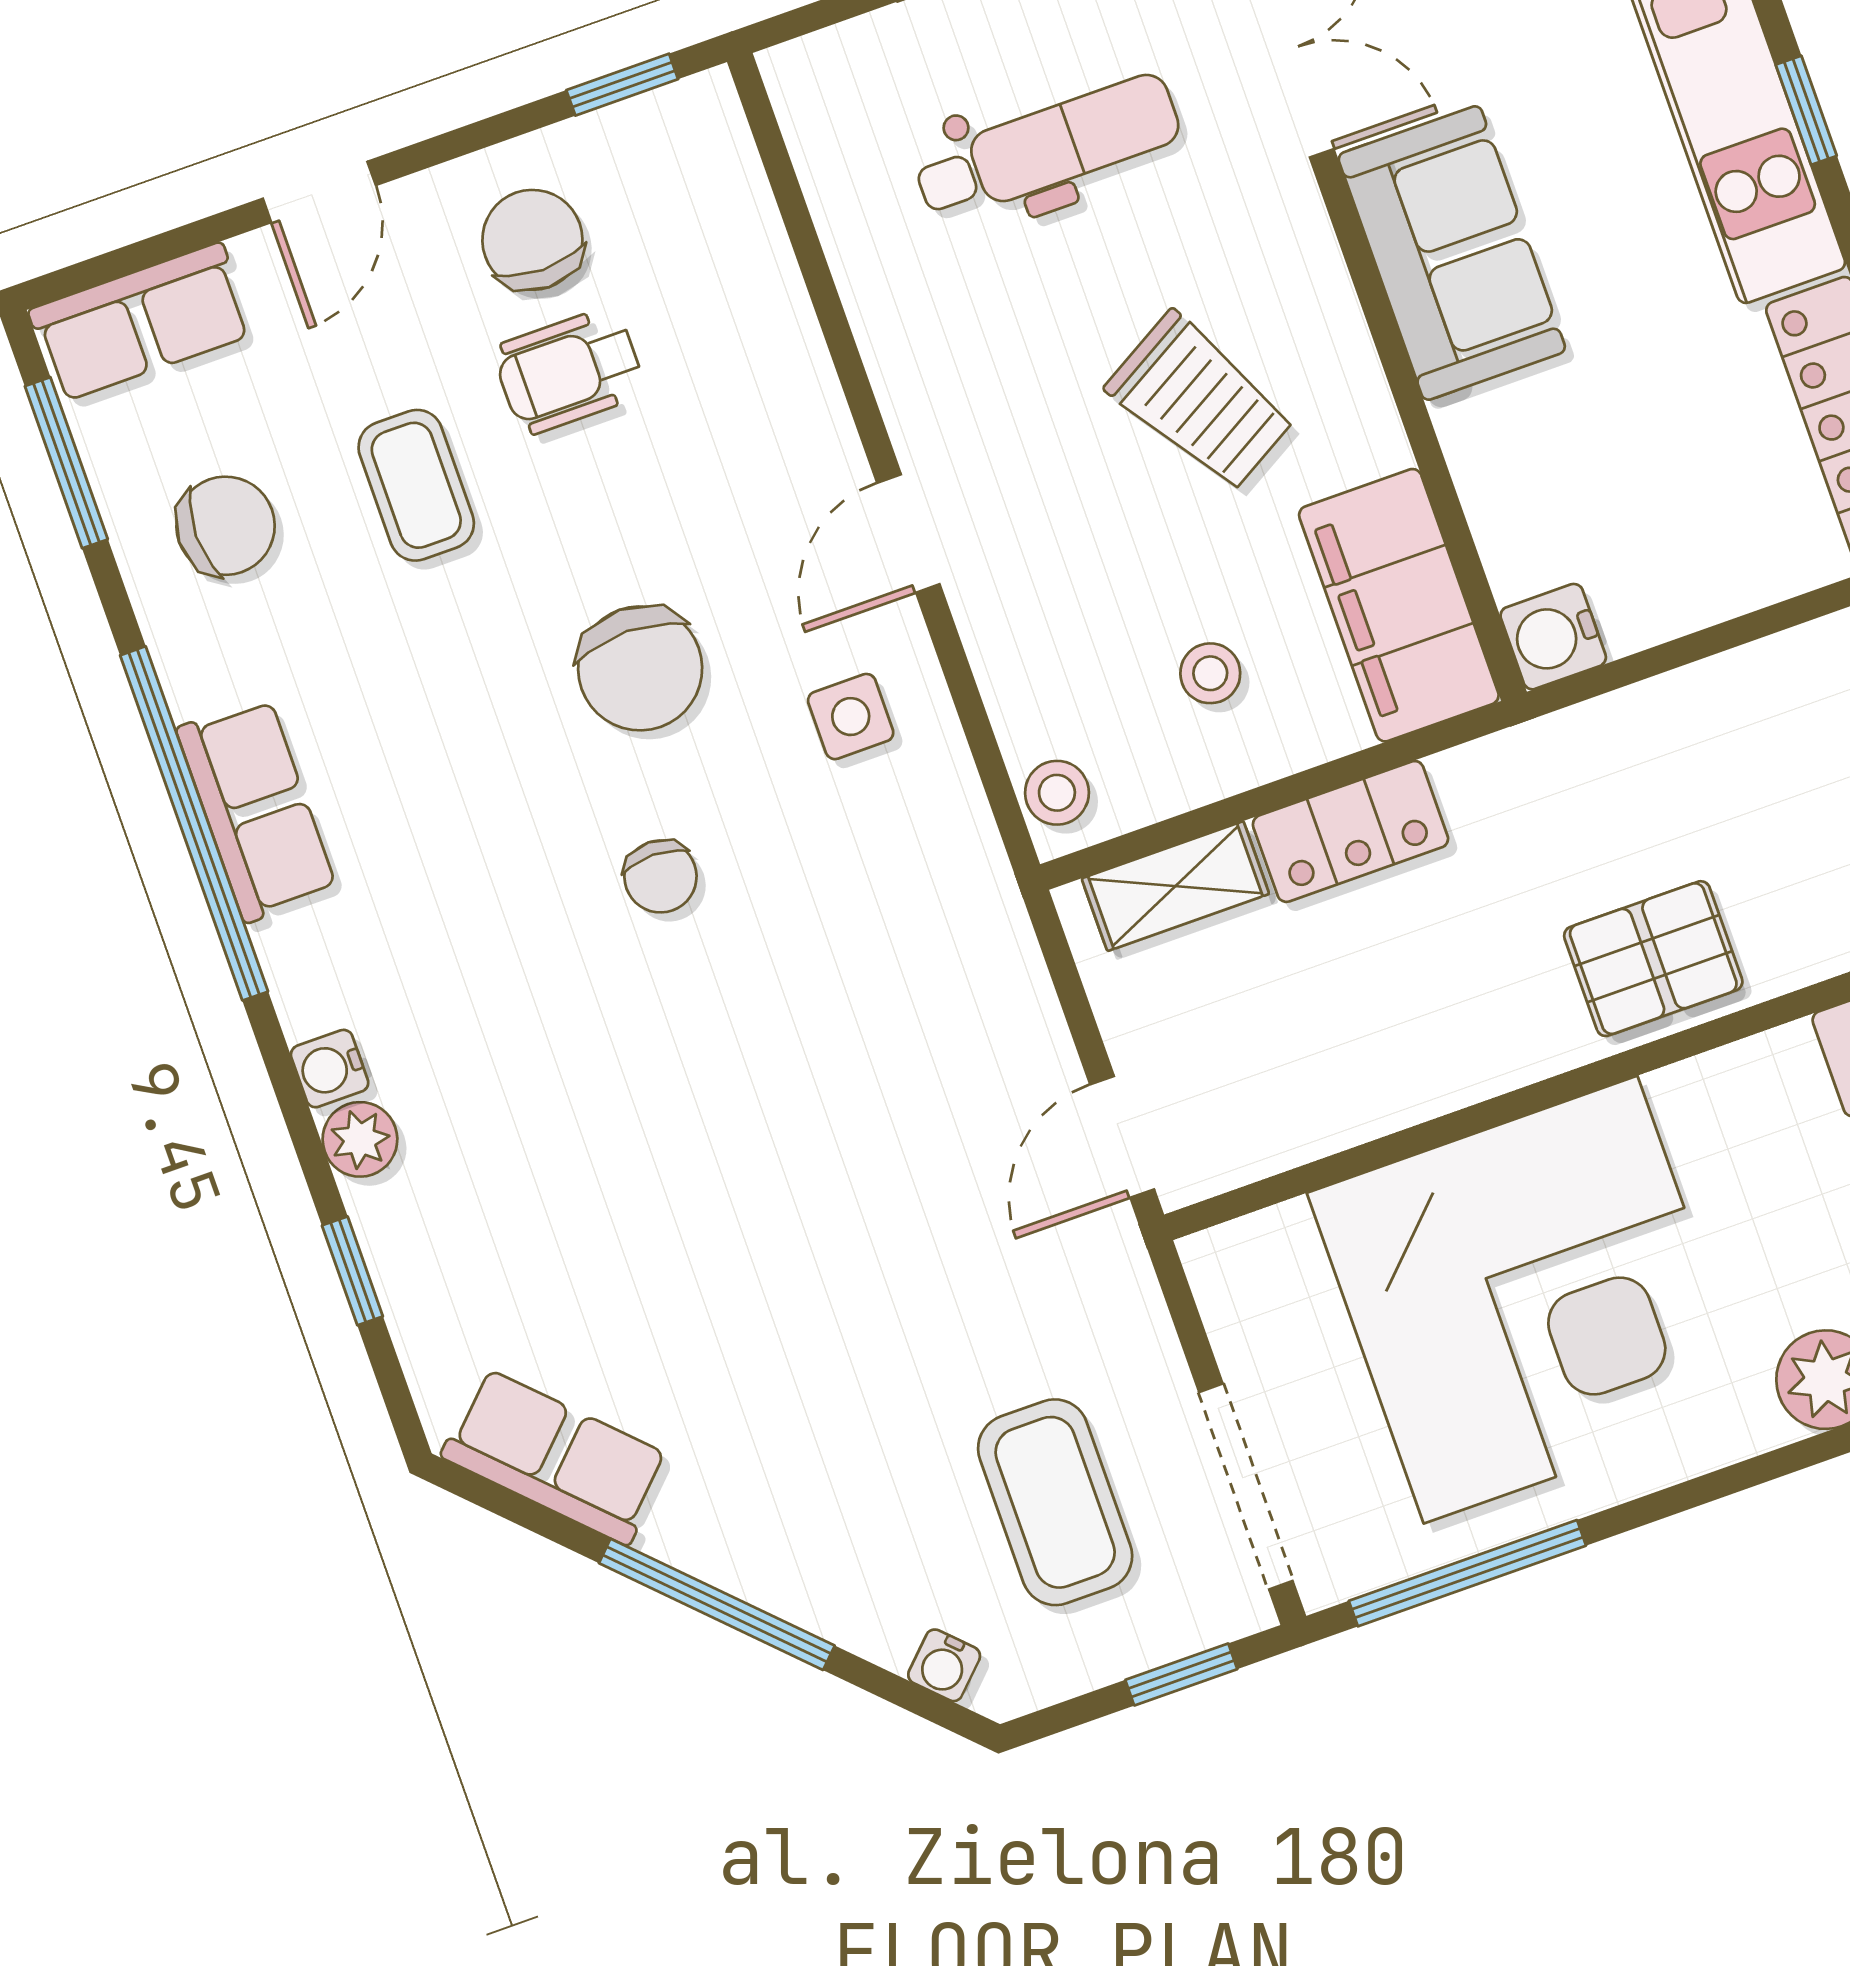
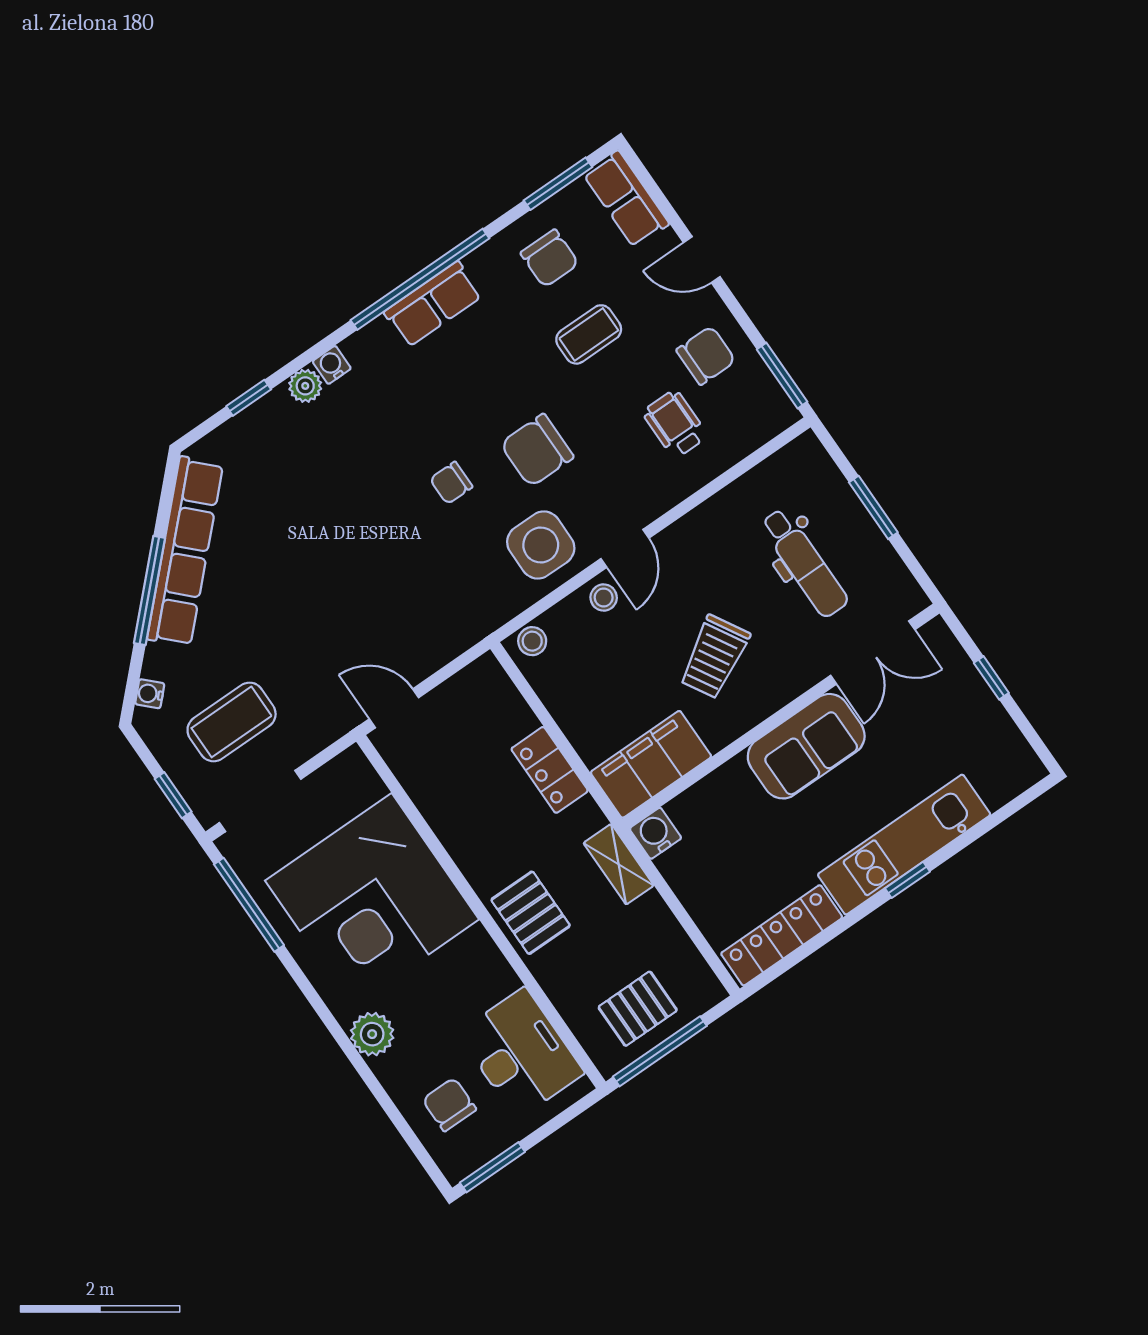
window: (622, 85) -> (782, 376), width x1.50
wheelchair: (569, 371) -> (675, 424), moved
door: (908, 534) -> (625, 548), swing flipped
stool: (1210, 673) -> (604, 598), moved
side table: (851, 717) -> (541, 545), width x1.87, depth x1.87
shelving: (1175, 886) -> (619, 864), moved
row of seats: (556, 1456) -> (185, 552), width x2.02

